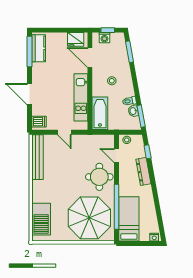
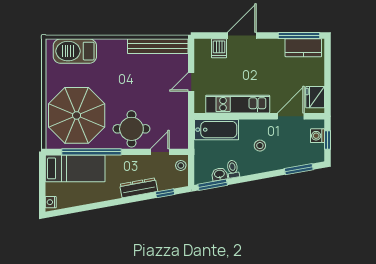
dishwasher: (39, 122) -> (219, 48), moved

